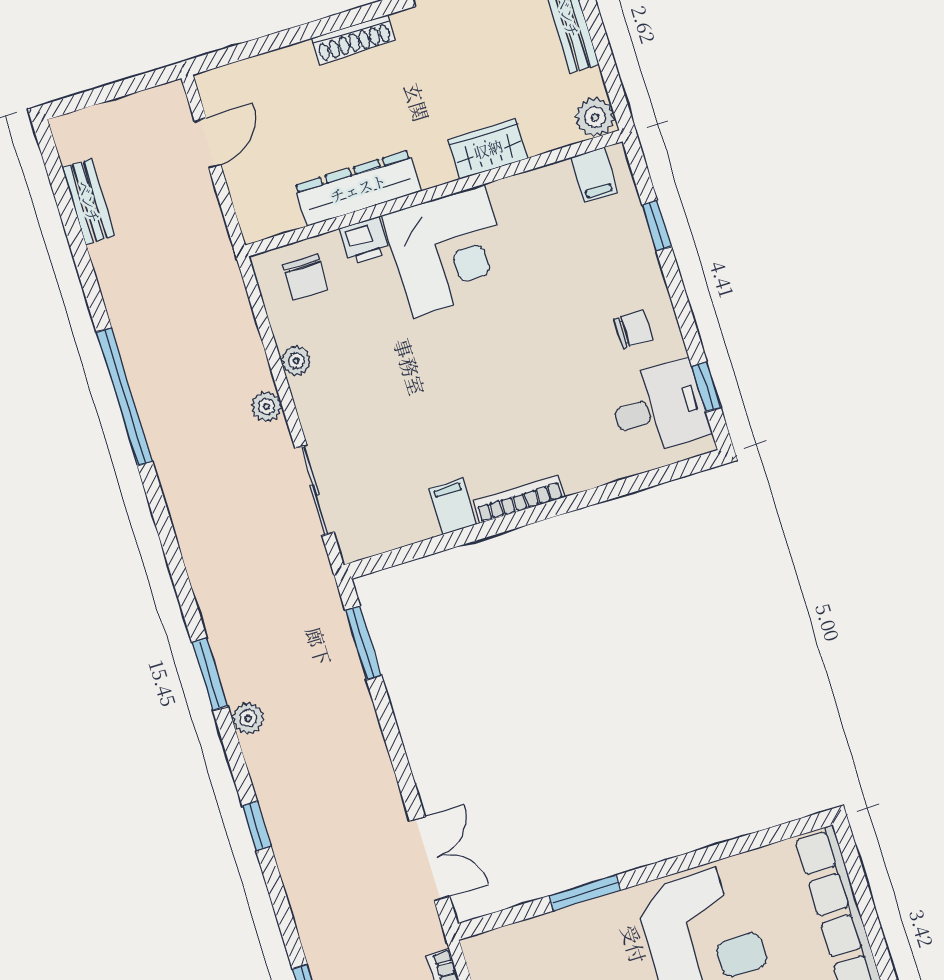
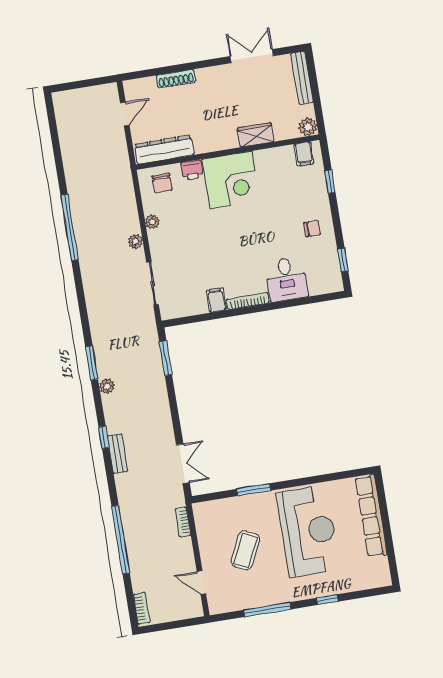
shoe rack: (353, 39) -> (176, 79), moved
dresser: (358, 188) -> (164, 149), moved
bench: (89, 202) -> (118, 454), moved
desk: (659, 408) -> (286, 279), moved, turned 90

